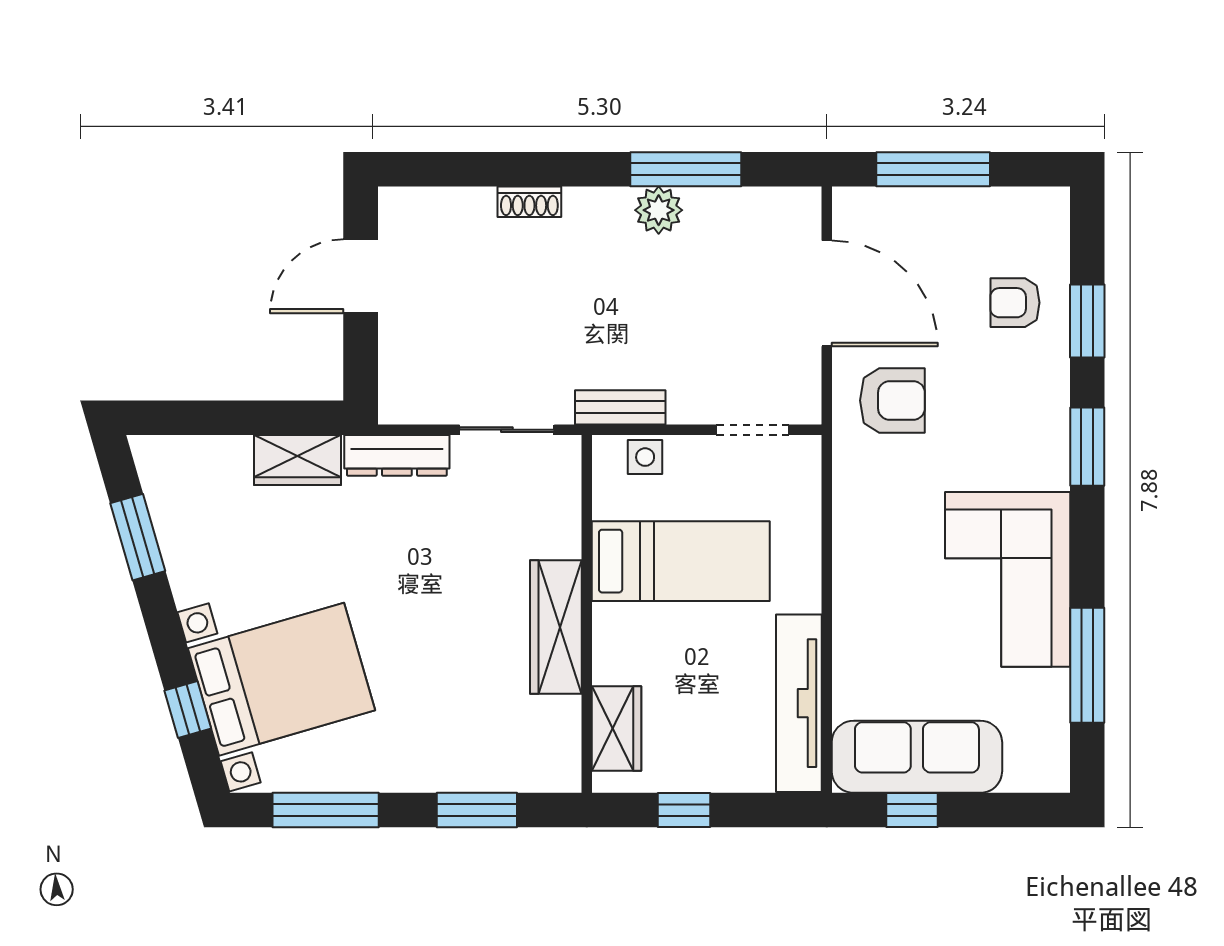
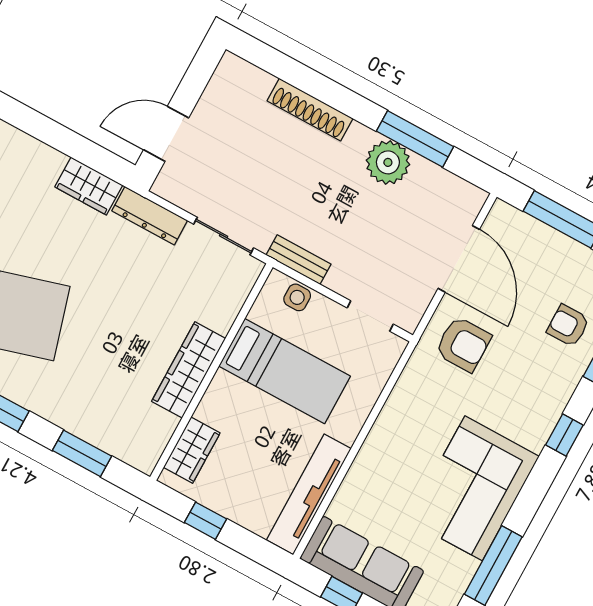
shoe rack: (529, 202) -> (310, 110), width x1.94, depth x1.24
plant: (659, 210) -> (388, 162), width x1.36, depth x1.36
door: (361, 276) -> (166, 134), moved
window: (1087, 447) -> (564, 435), width x0.67

